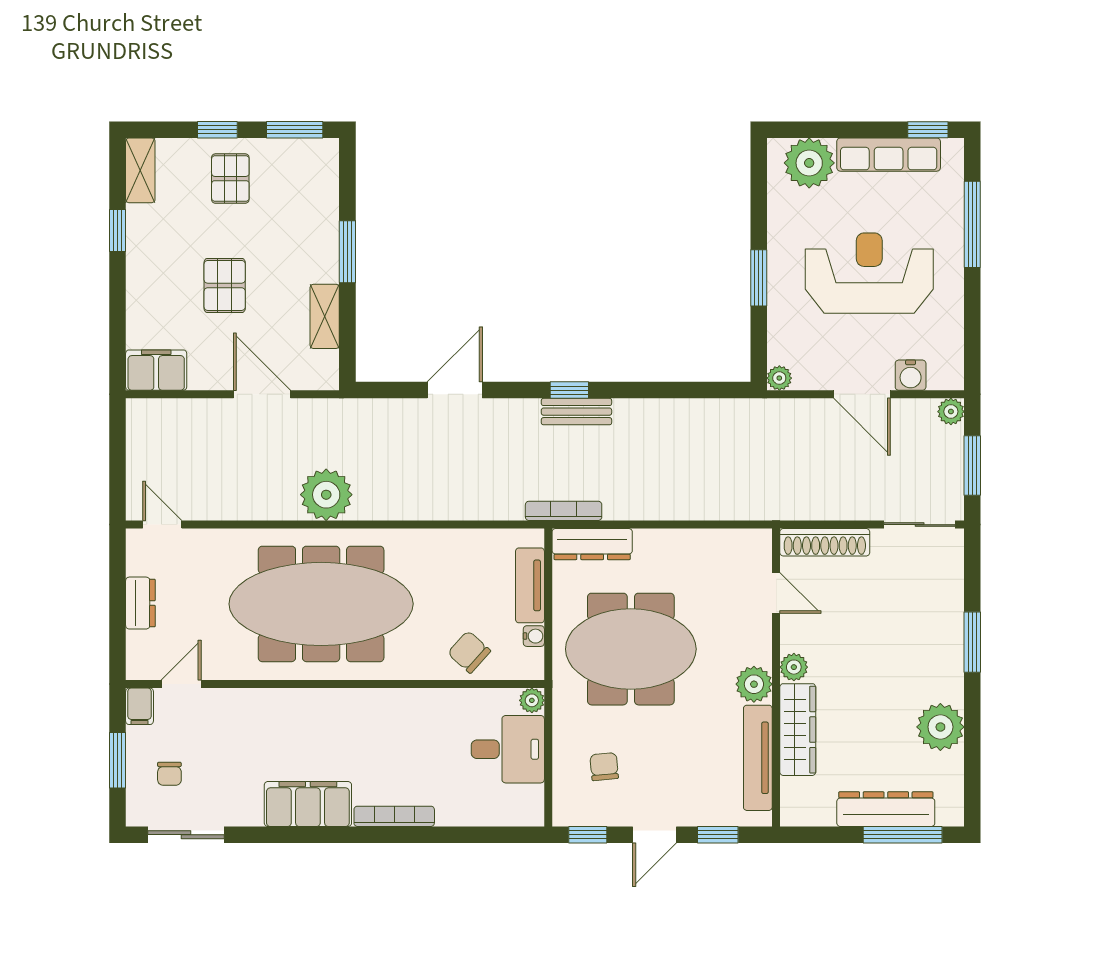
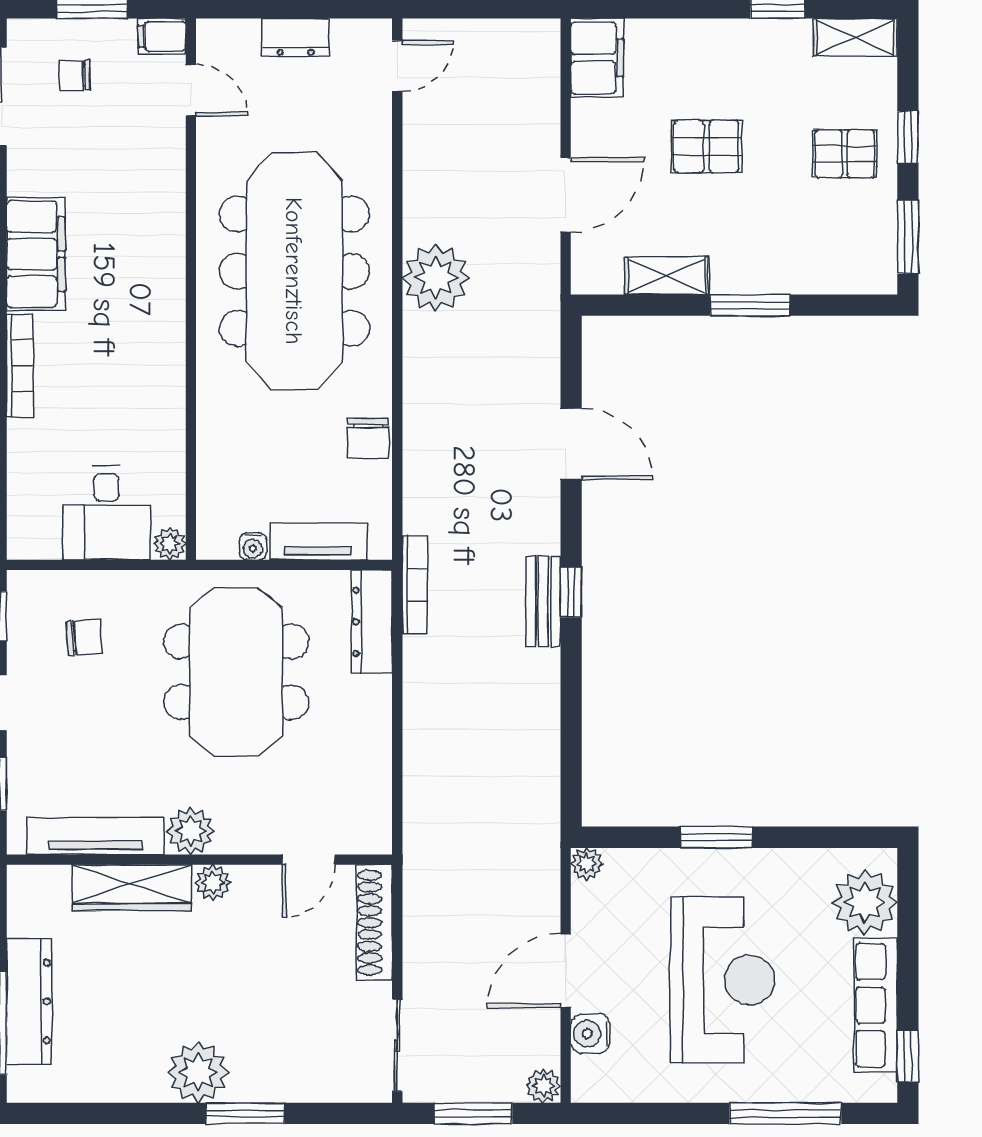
chair: (469, 652) -> (368, 438), moved, turned 138
plant: (940, 727) -> (198, 1072), moved

